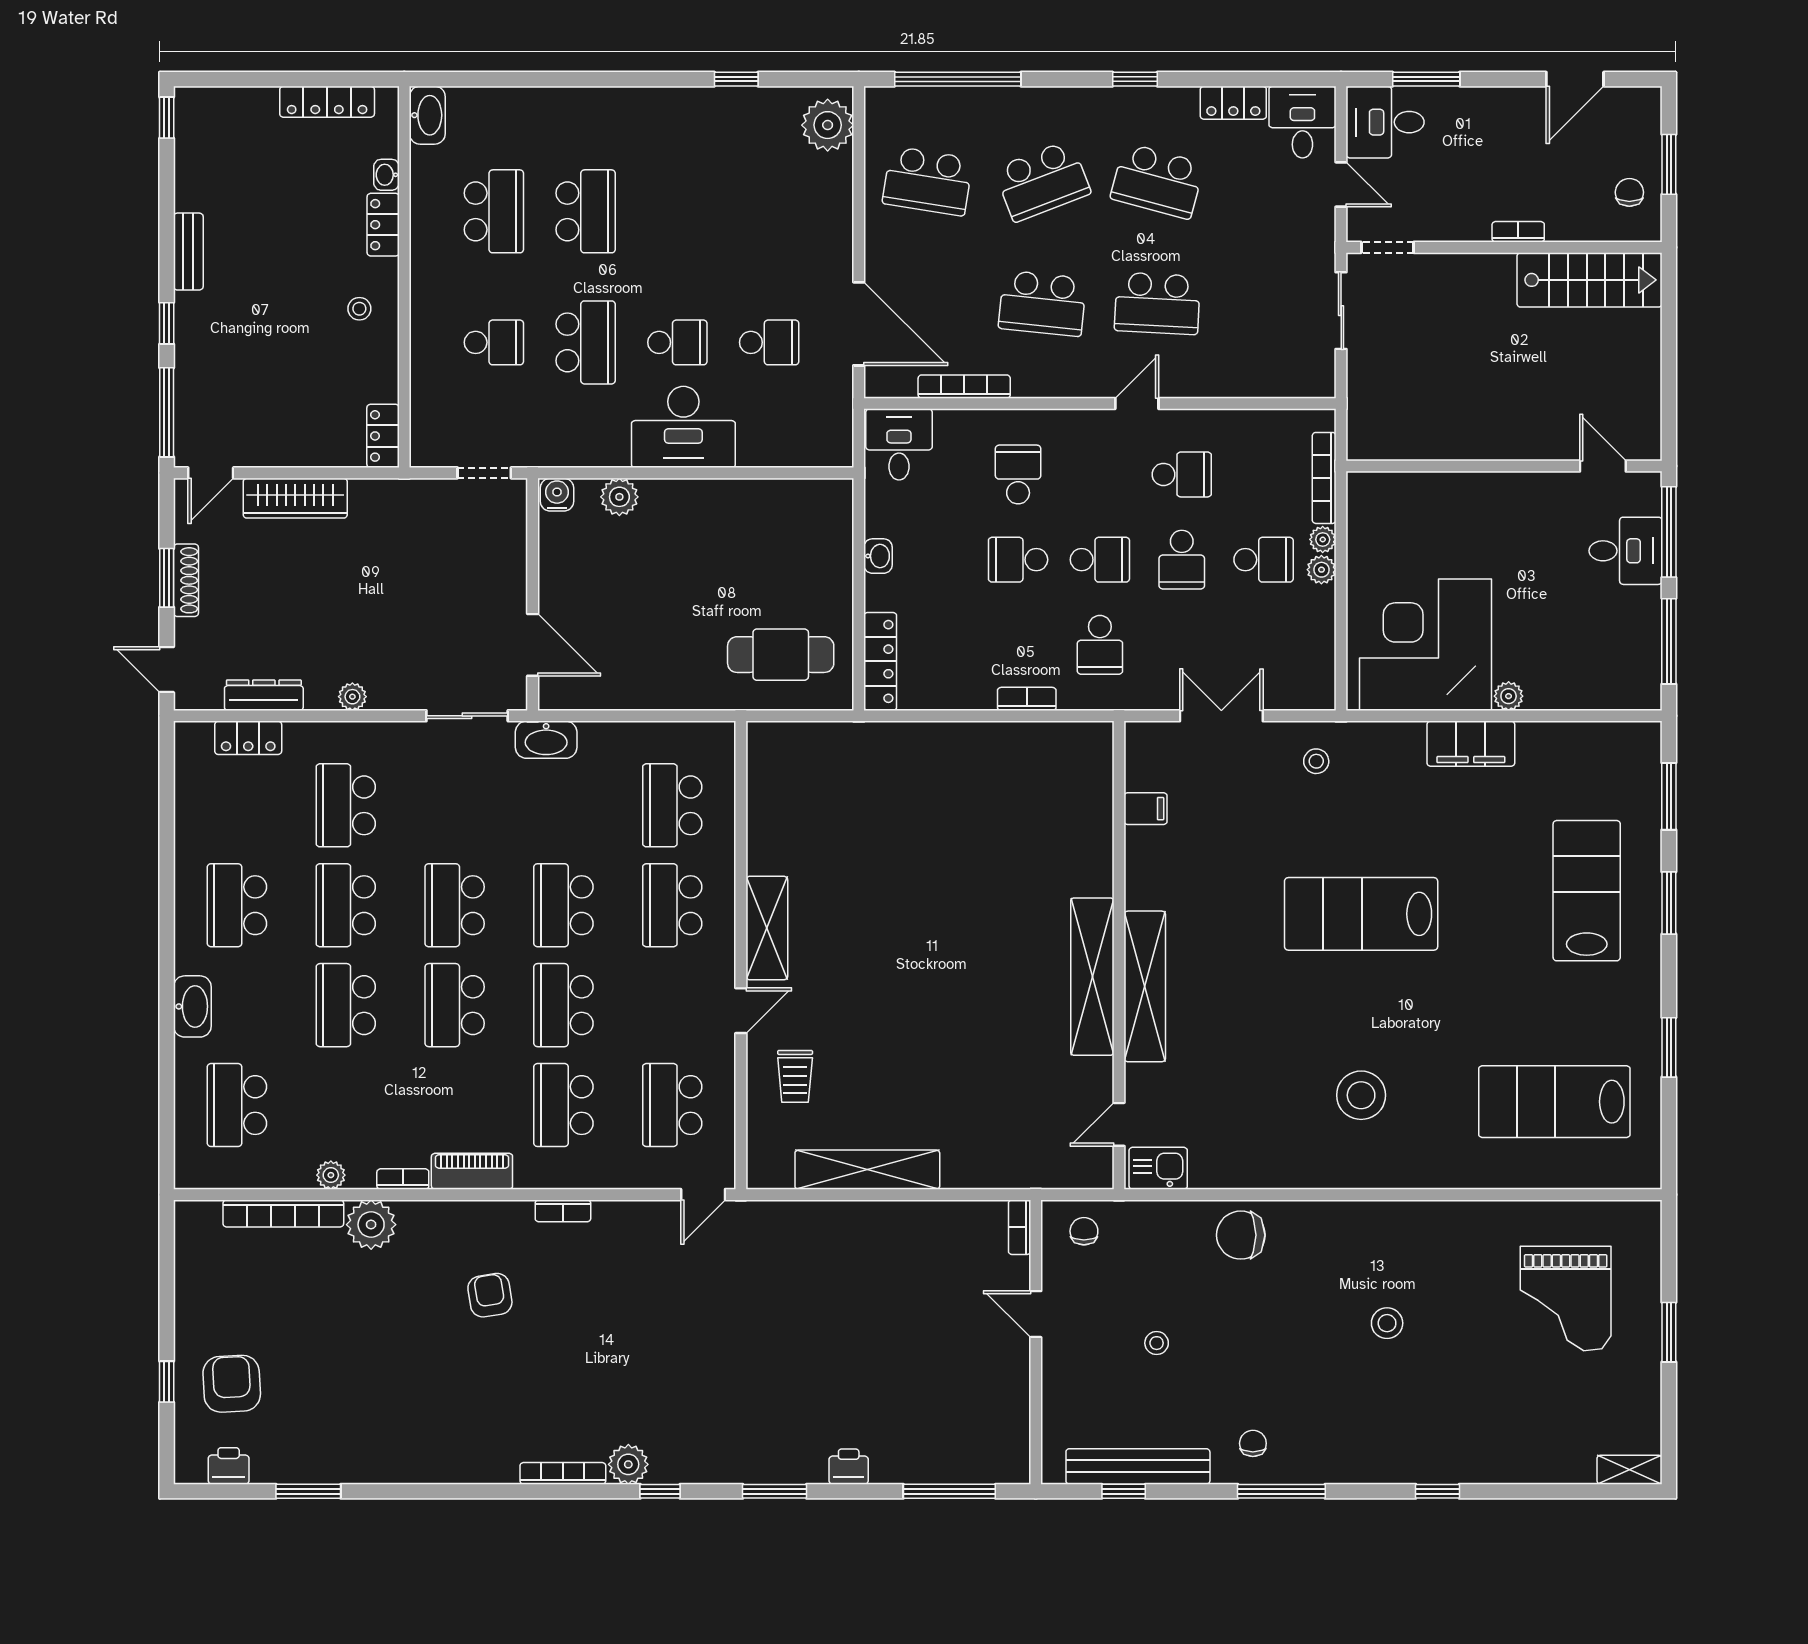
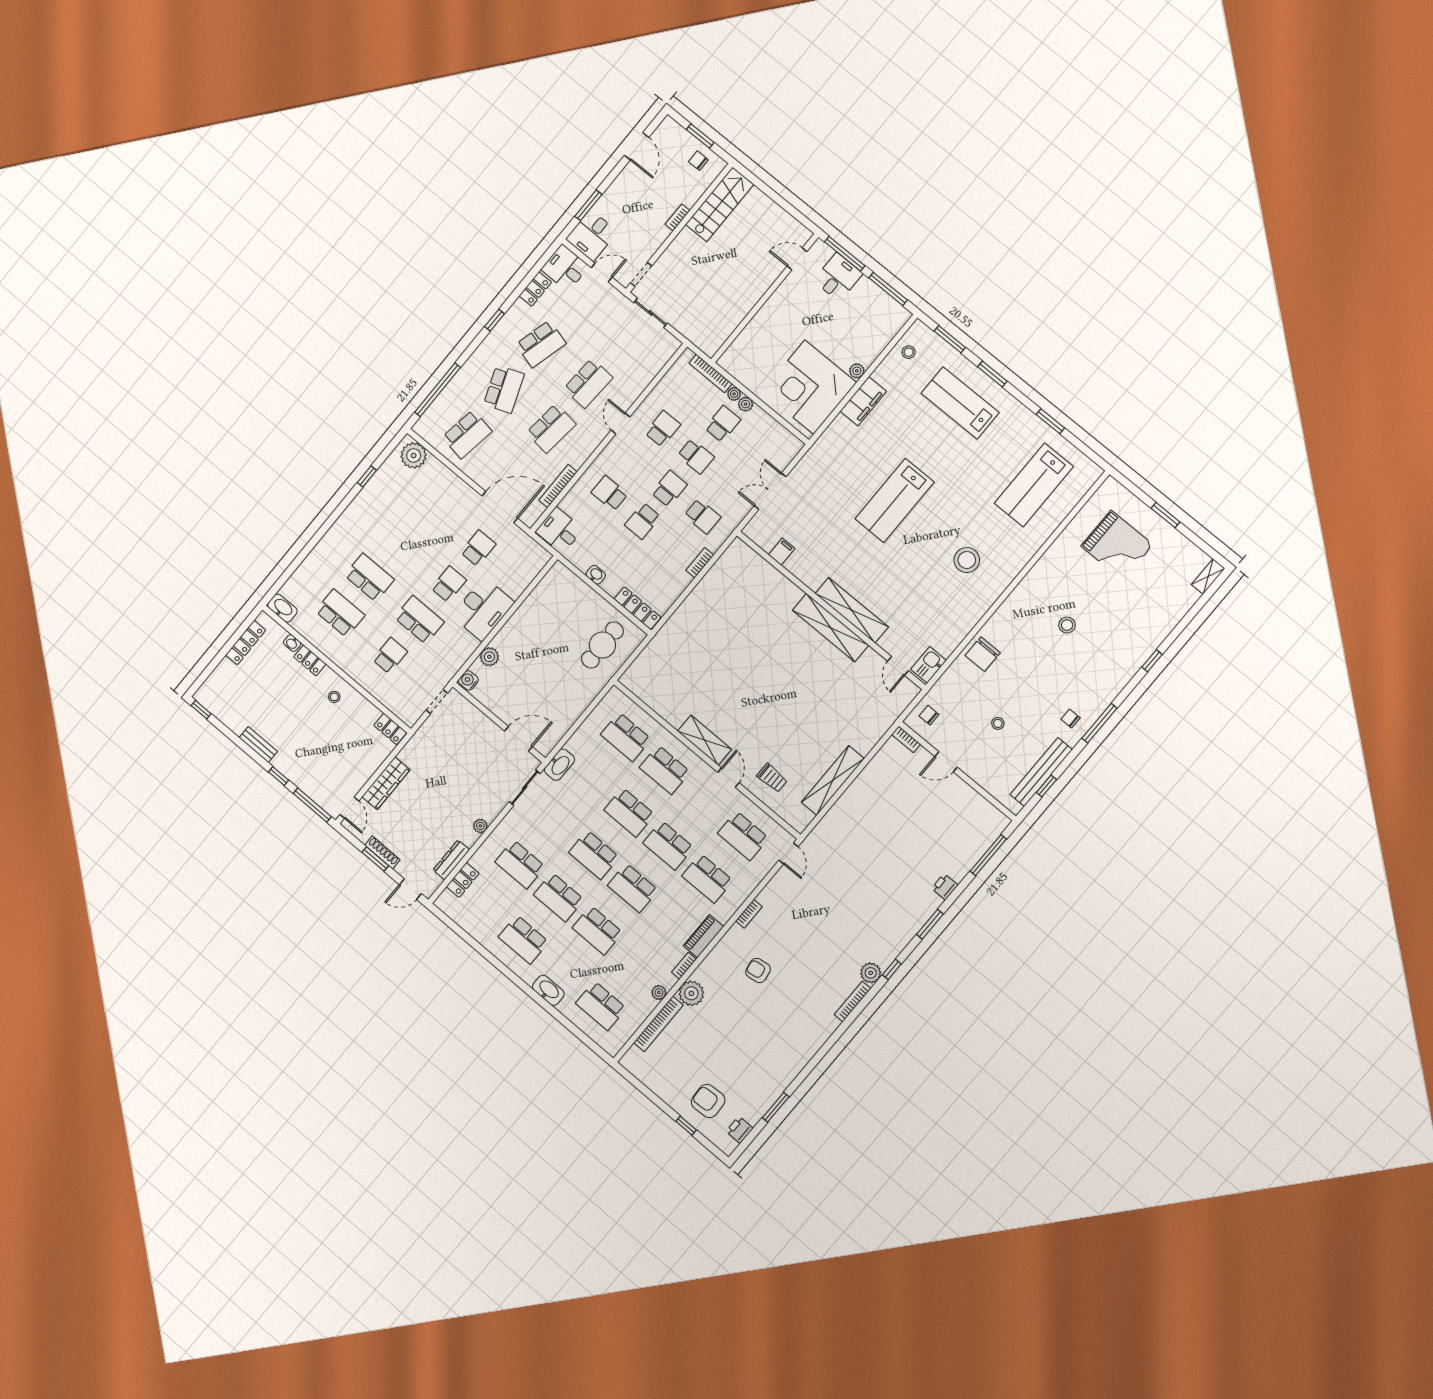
stool: (1316, 761) -> (909, 352), moved

